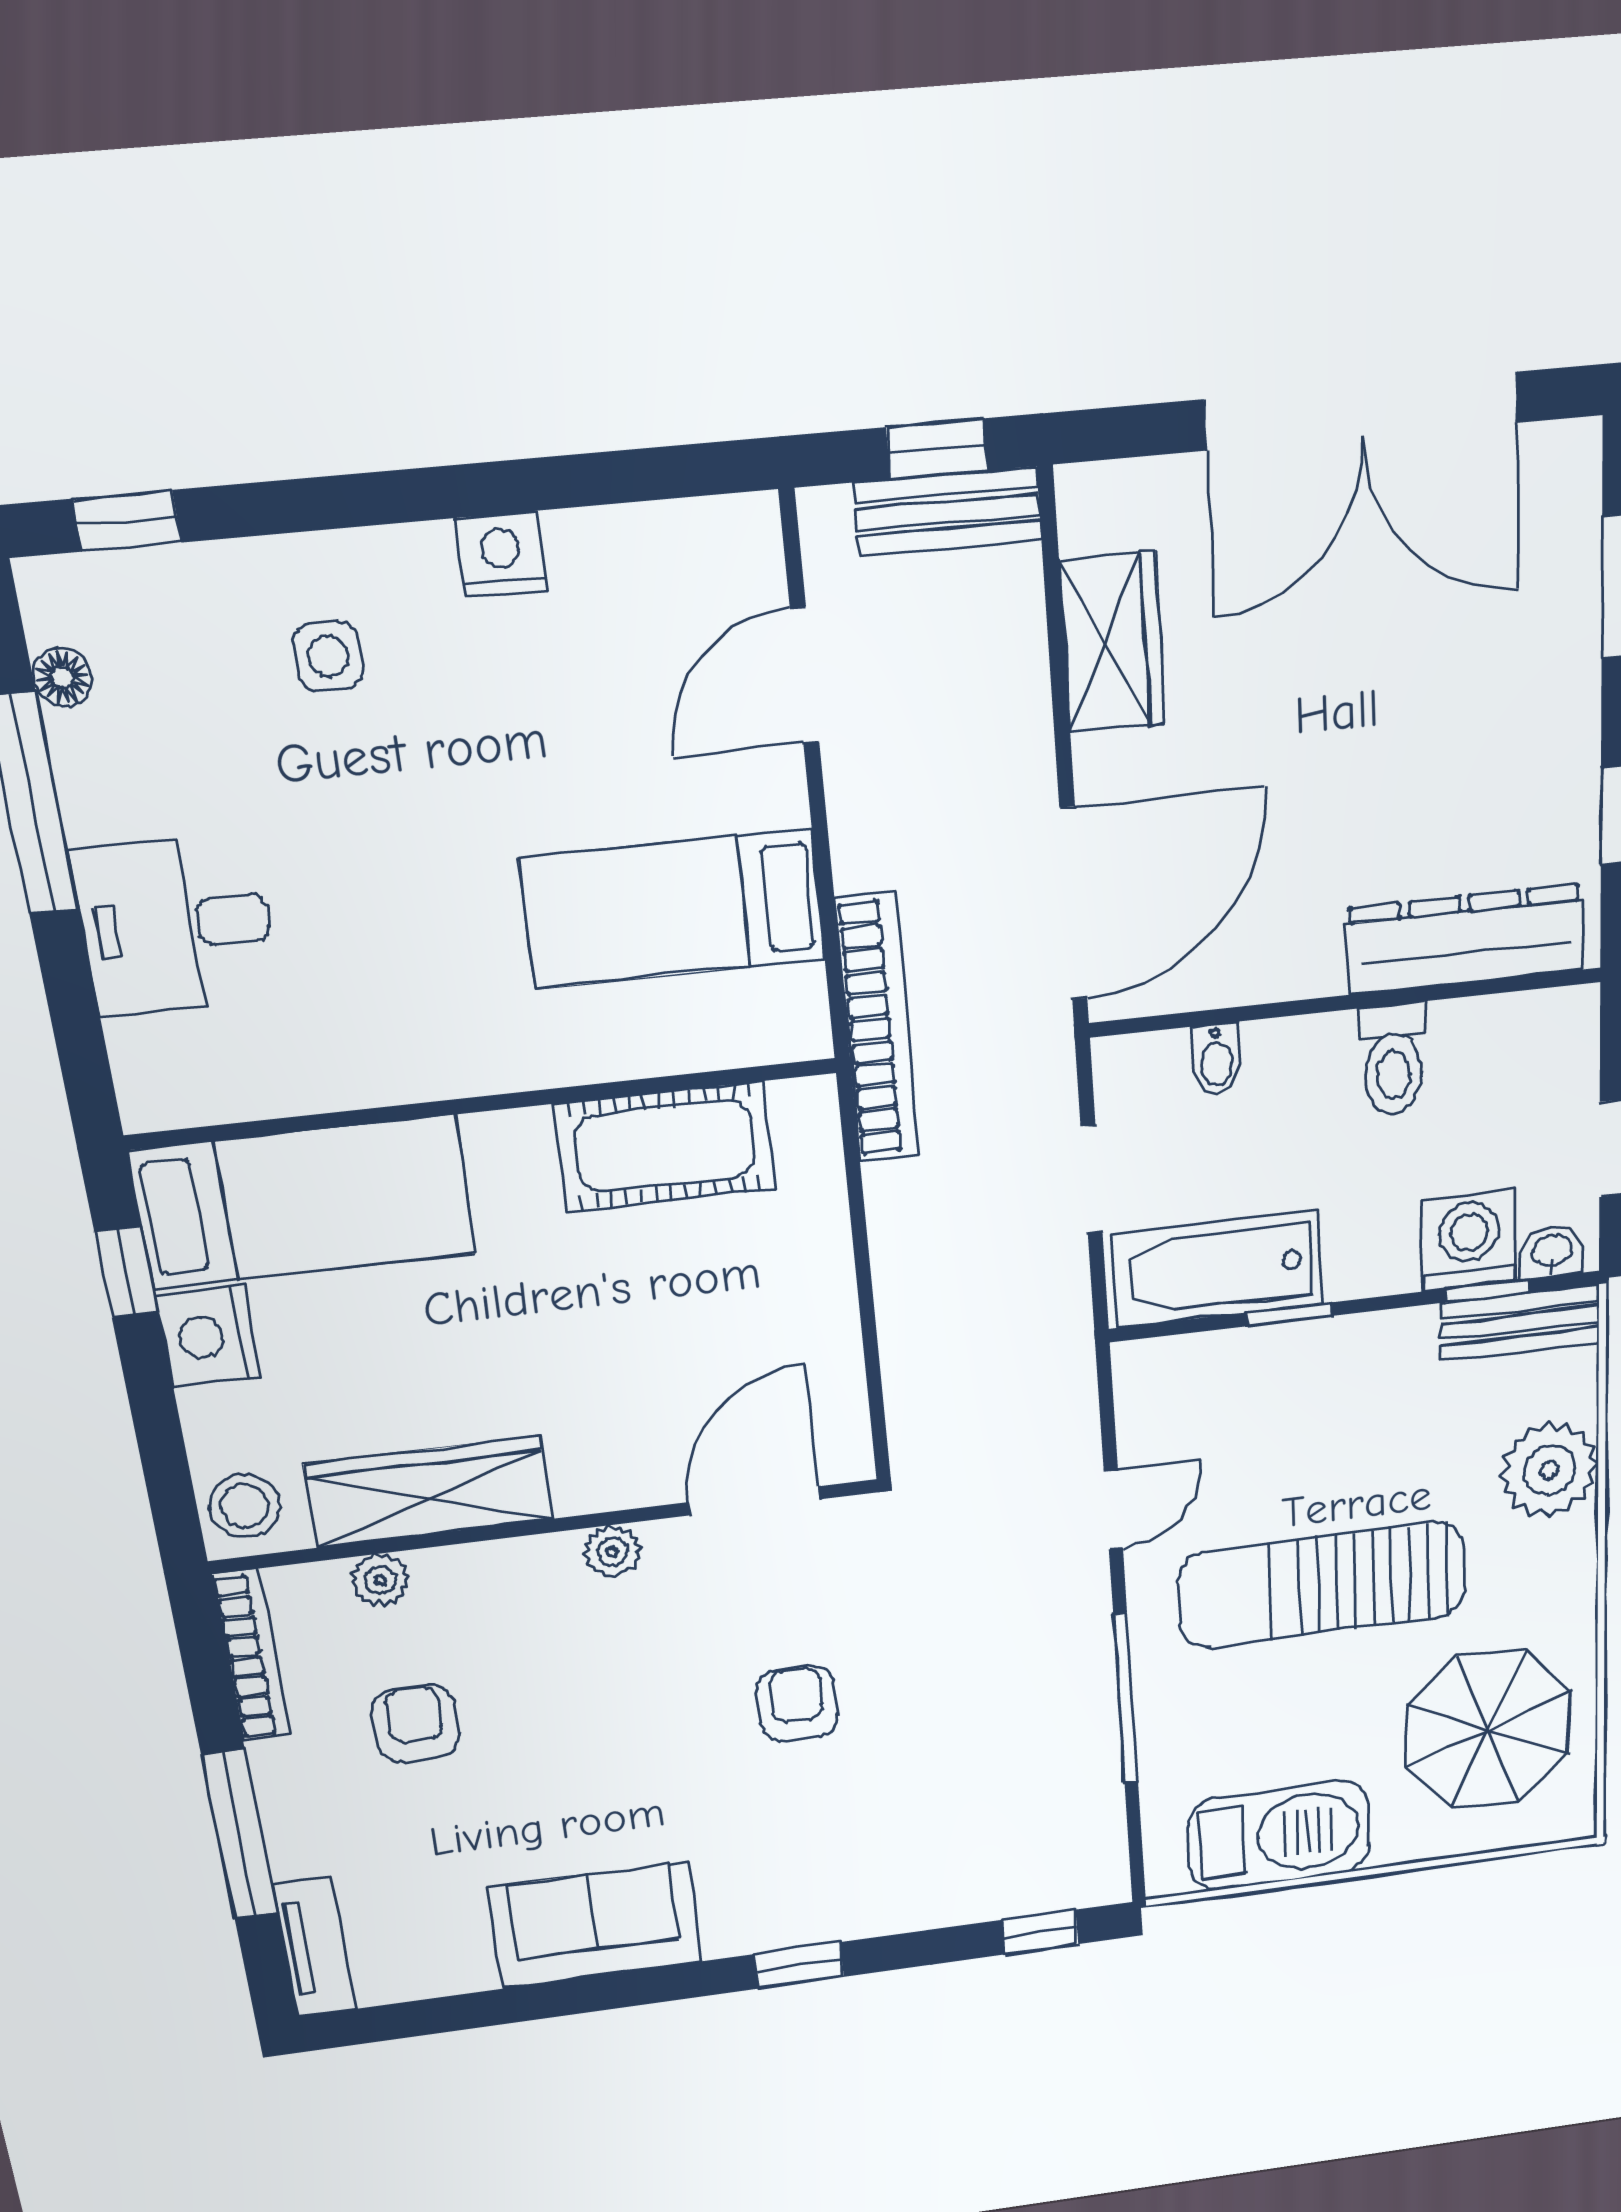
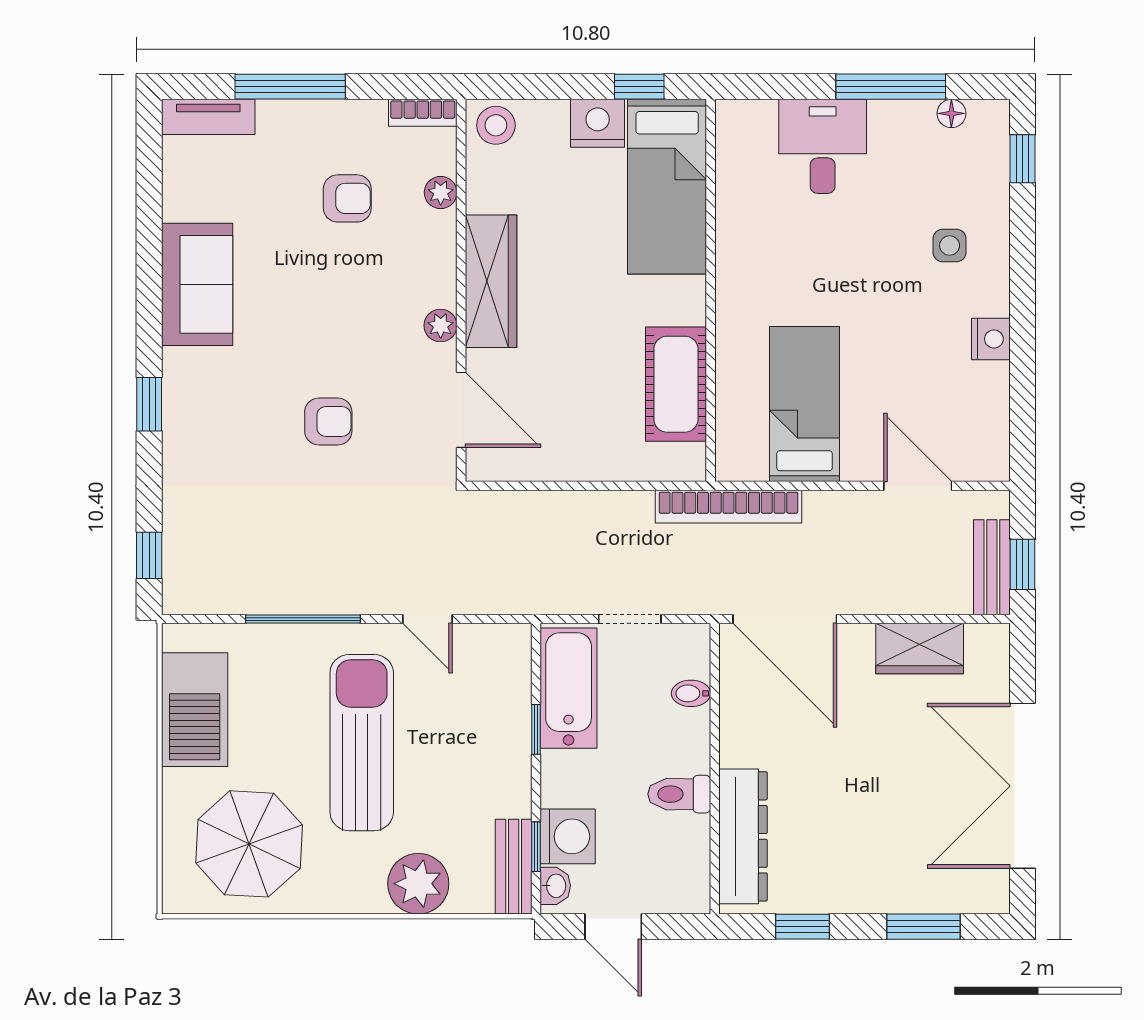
wardrobe: (428, 1492) -> (491, 281), moved
bookcase: (251, 1656) -> (423, 113), width x0.64

